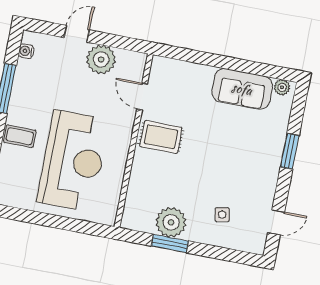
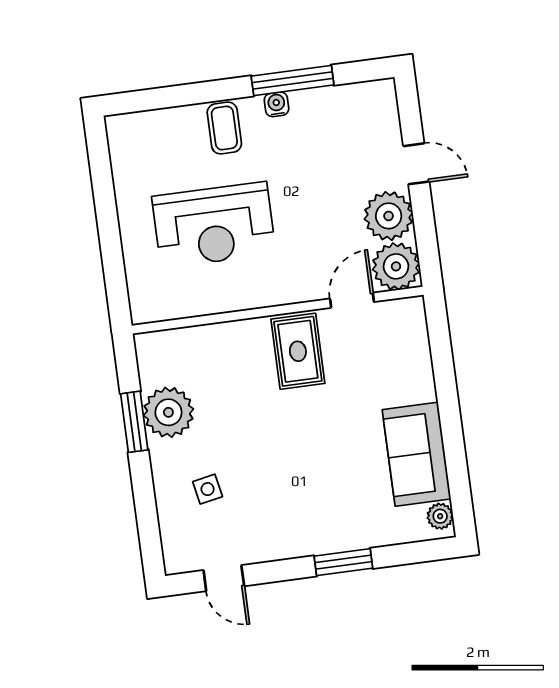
water cooler: (26, 51) -> (277, 104), moved
plant: (131, 65) -> (396, 266), added
reception desk: (73, 161) -> (214, 225), width x0.74, depth x0.77

